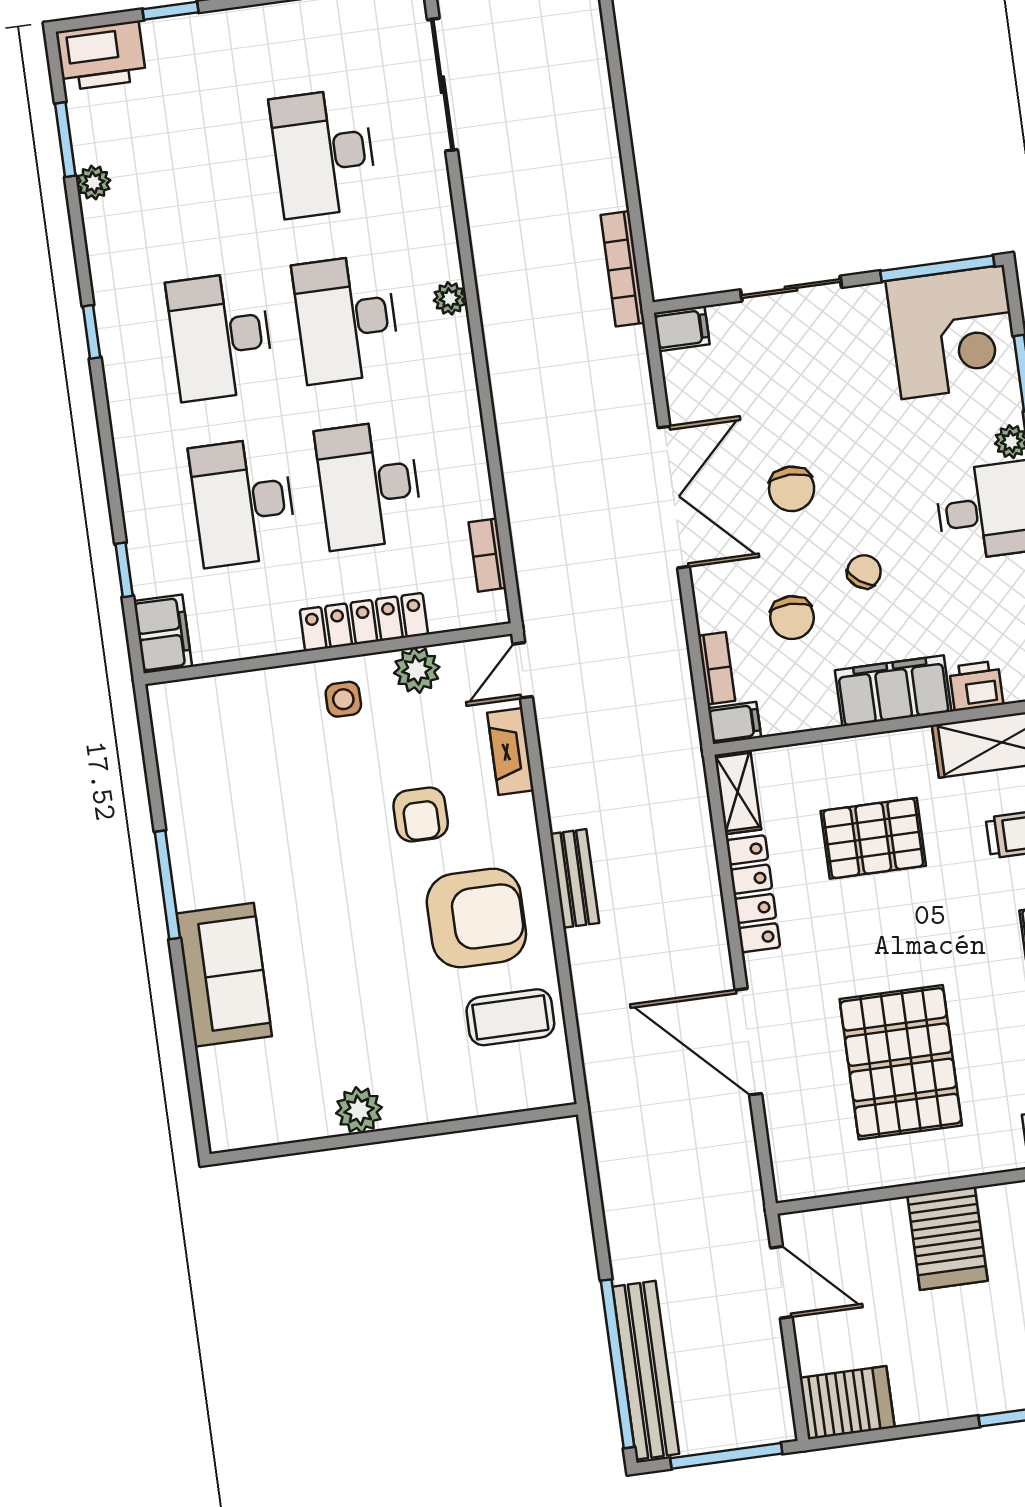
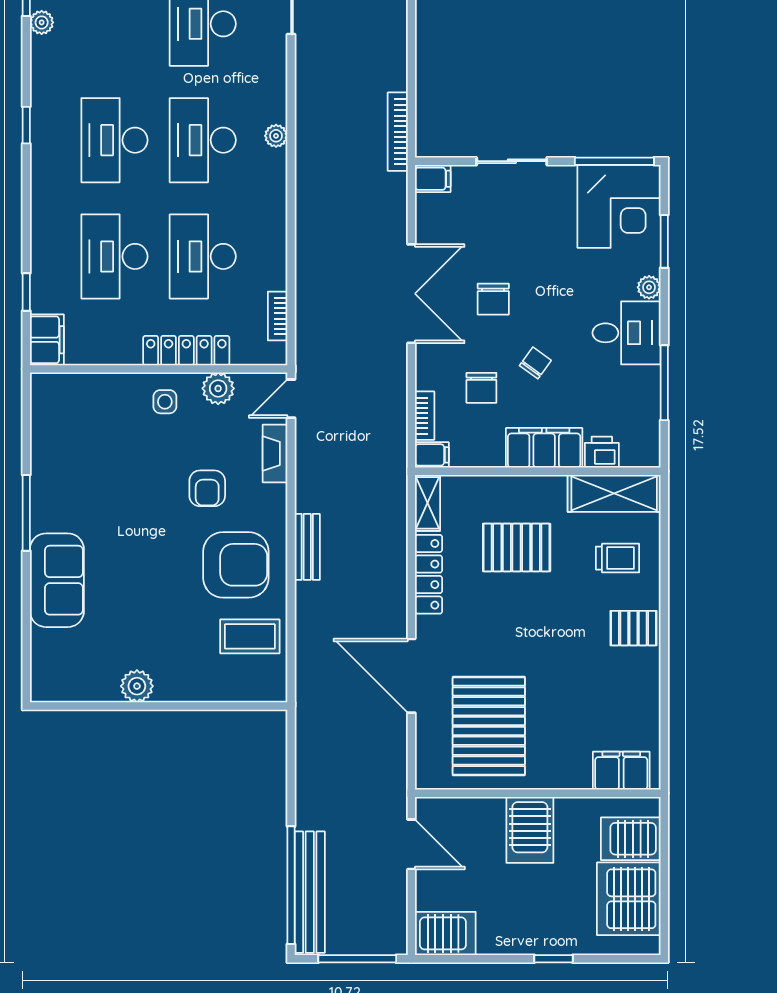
pallet: (901, 1062) -> (489, 726), moved

